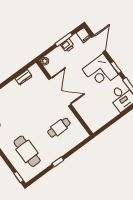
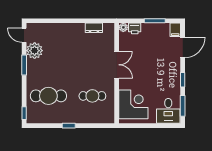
printer: (68, 45) -> (135, 28), moved
corner desk: (100, 72) -> (133, 104), moved, turned 180
double door: (60, 92) -> (117, 65), width x0.73
cafe table: (27, 151) -> (48, 96), turned 90

